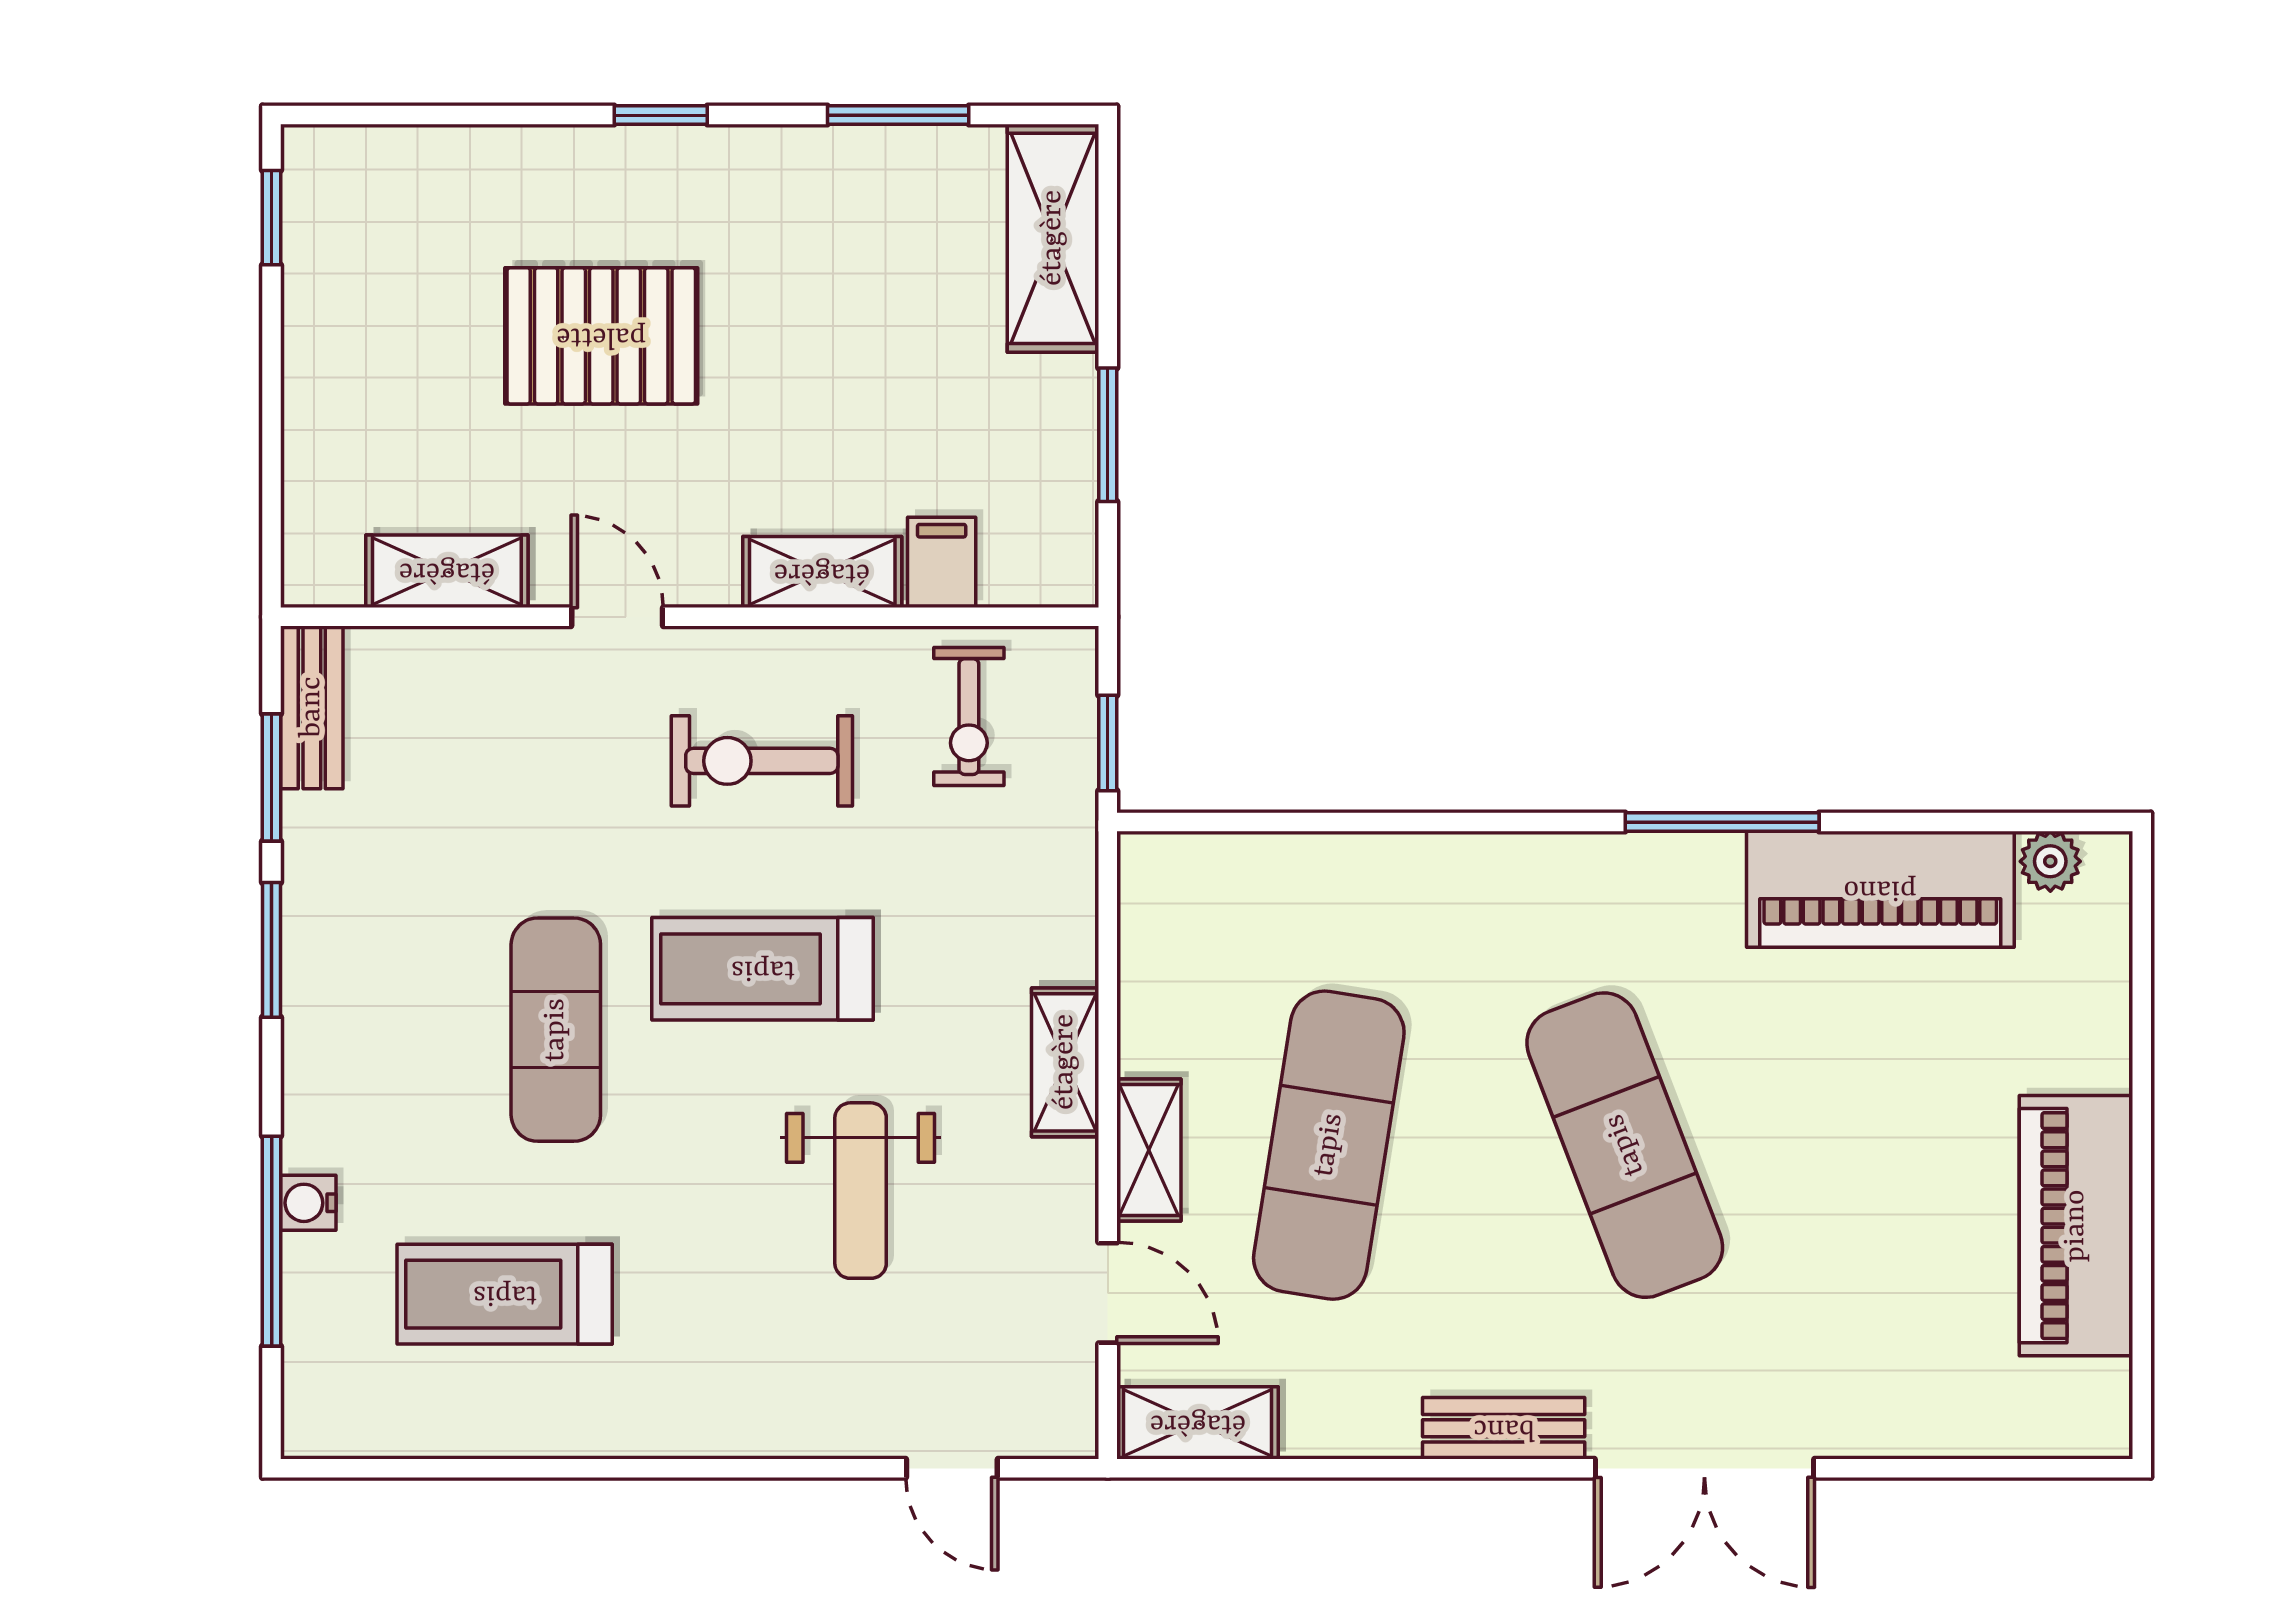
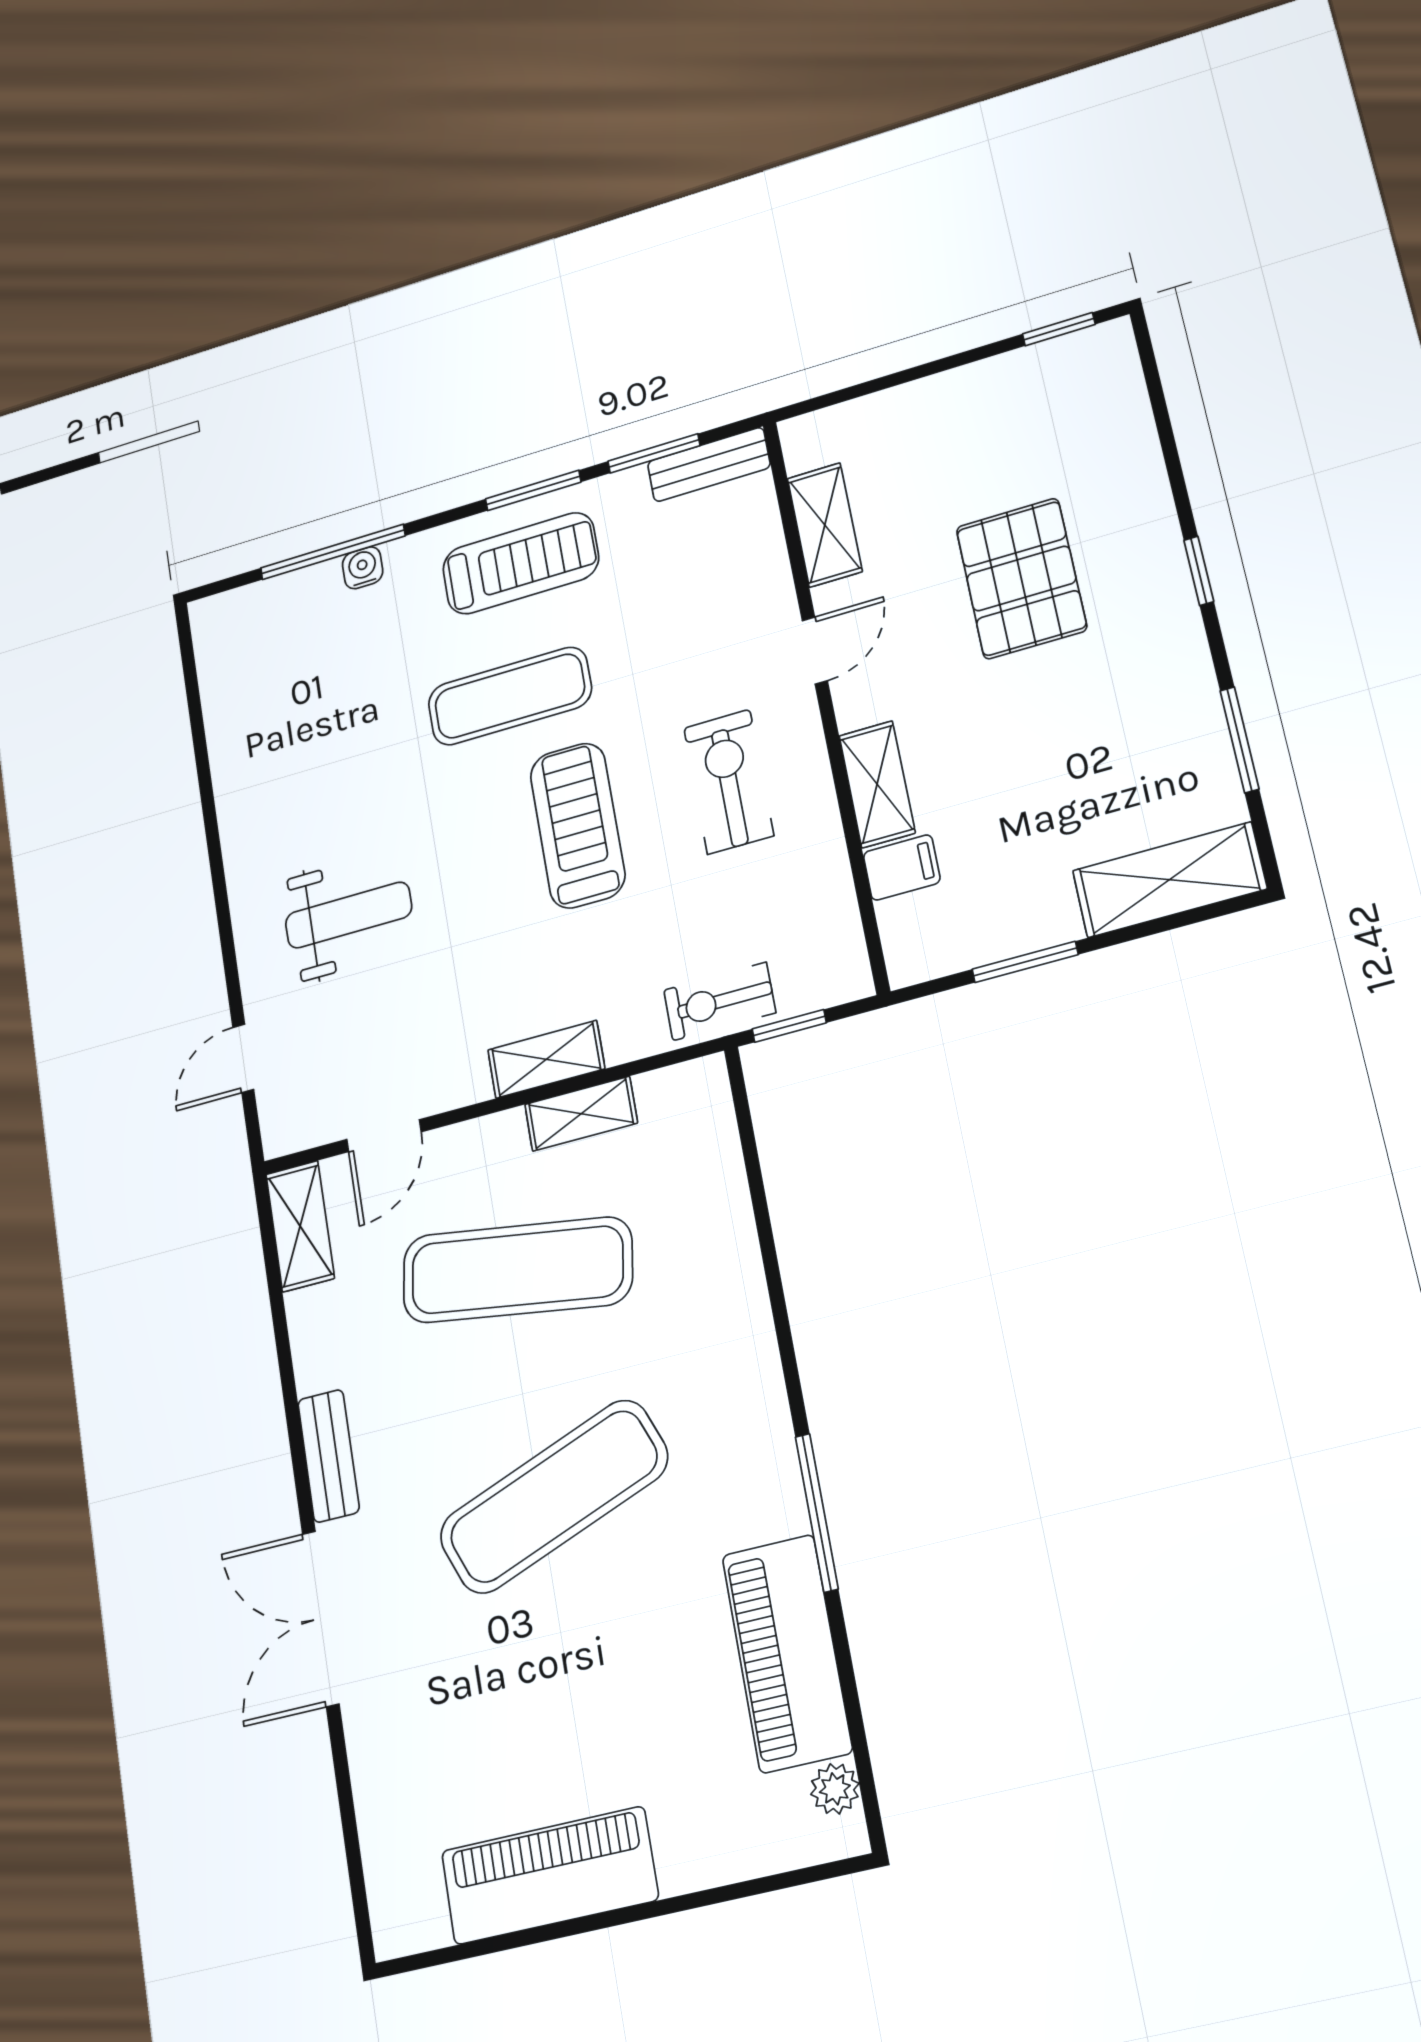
exercise bike: (969, 717) -> (720, 1001), moved
shelving: (1149, 1150) -> (581, 1114), moved
weight bench: (861, 1191) -> (349, 915), moved, turned 180
treadmill: (505, 1294) -> (521, 563), moved, turned 90

